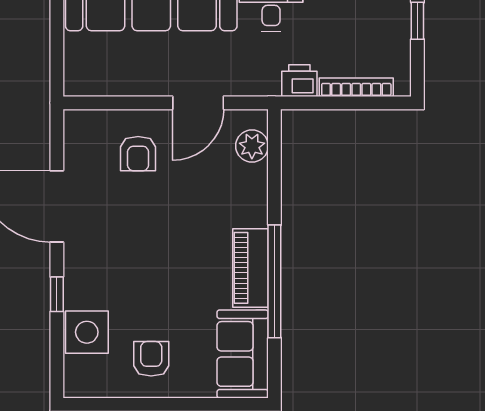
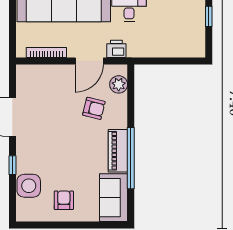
printer: (299, 81) -> (116, 49), moved
bookcase: (356, 87) -> (46, 52), moved
armchair: (138, 154) -> (94, 108), moved, turned -76

